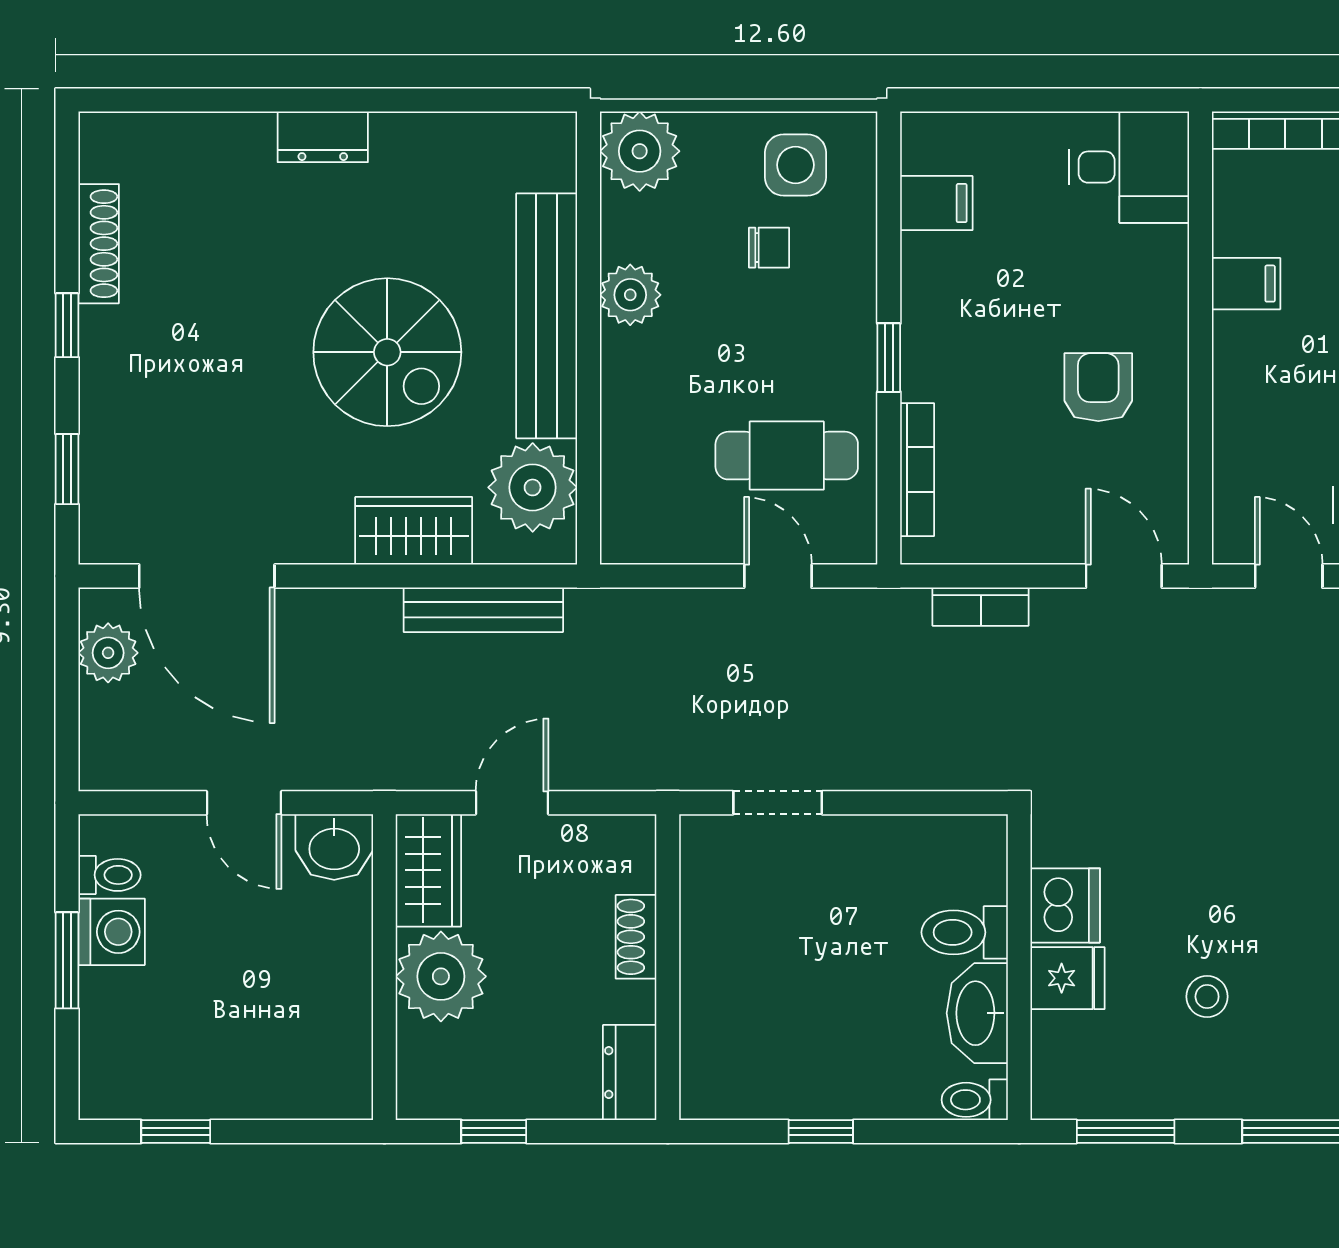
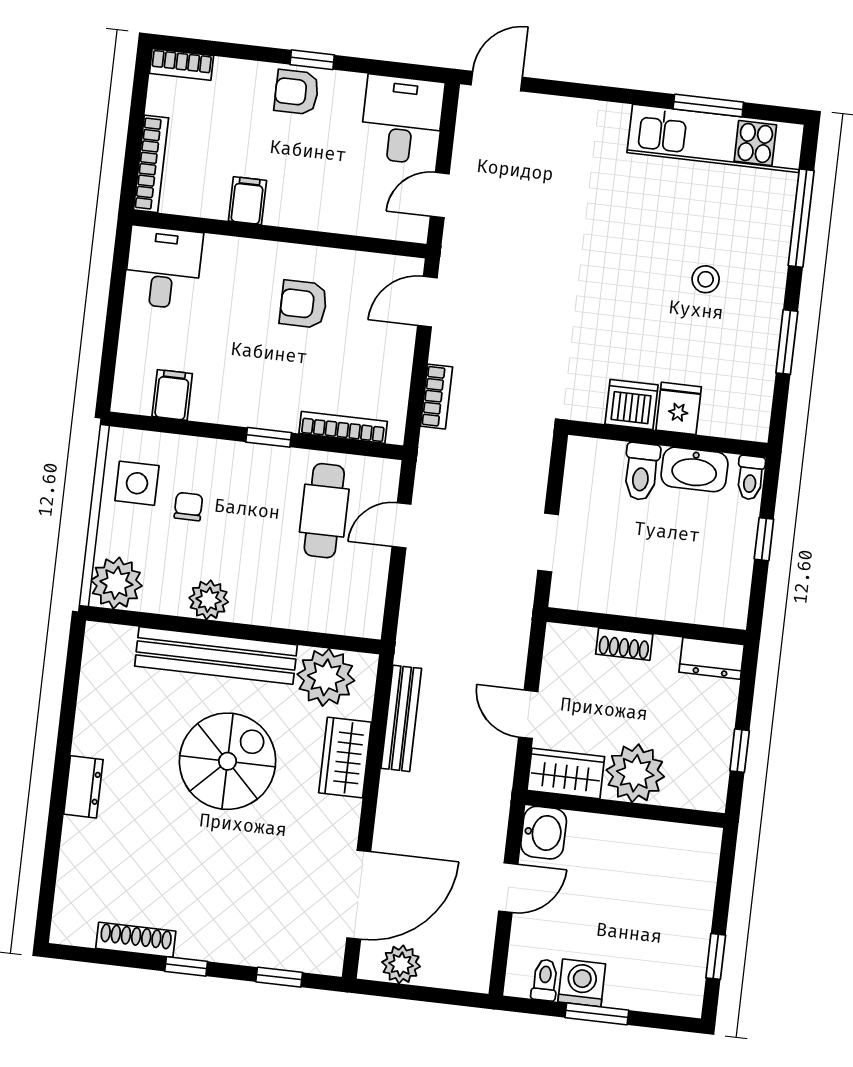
dishwasher: (1065, 905) -> (631, 405), moved
toilet: (965, 932) -> (641, 472), moved
wall: (1019, 967) -> (668, 439), moved
fridge: (1068, 978) -> (679, 408), moved
washbasin: (977, 1013) -> (694, 469), moved
toilet: (975, 1100) -> (750, 478), moved

